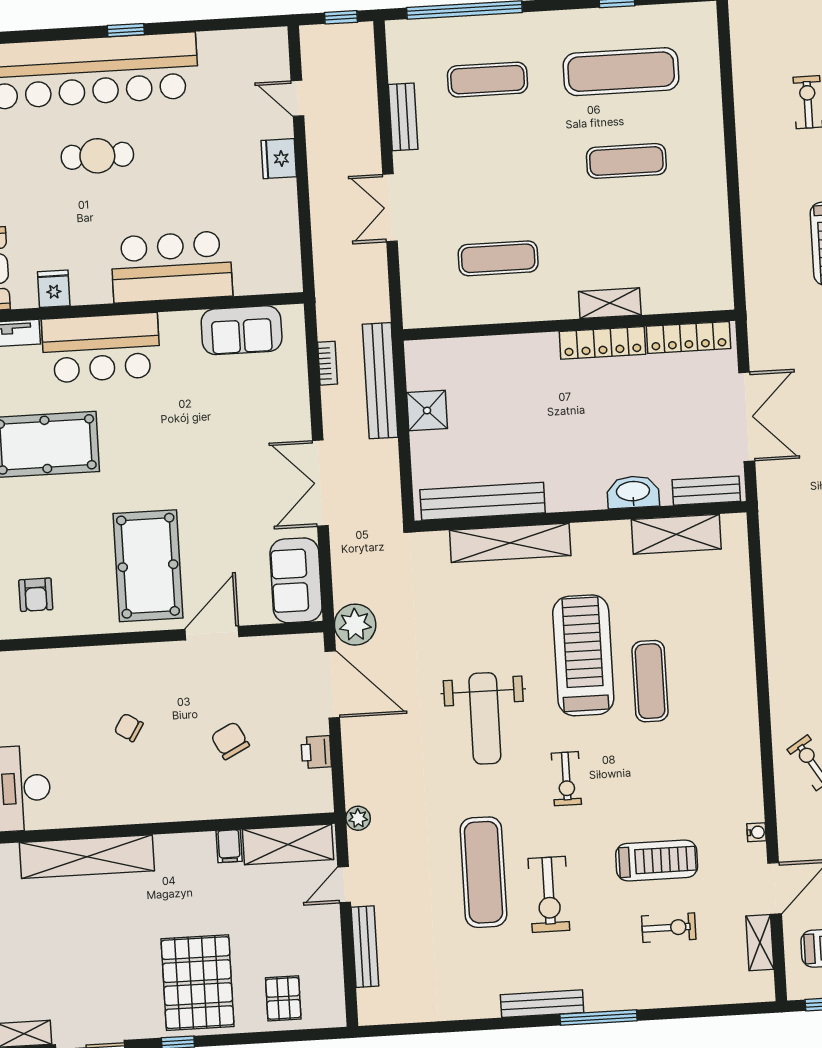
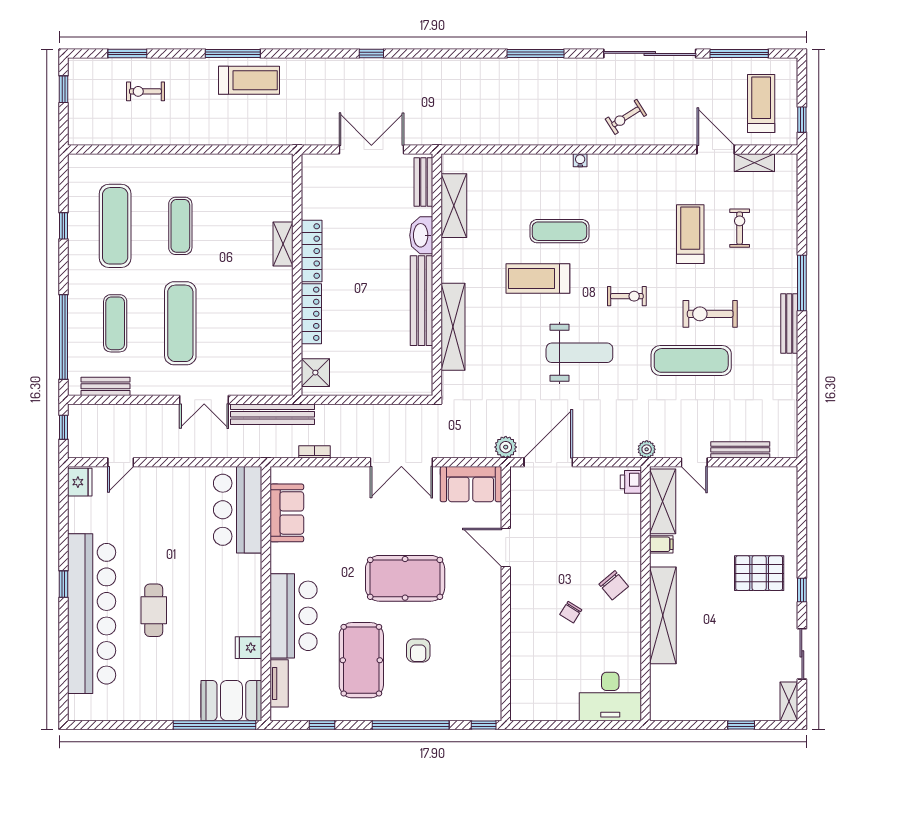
bench: (403, 117) -> (105, 386), moved
fridge: (279, 159) -> (80, 482), moved, turned -90
exercise mat: (498, 258) -> (180, 323), moved, width x1.36, depth x1.45
bar counter: (171, 267) -> (238, 510), moved
locker: (688, 337) -> (311, 314), moved
bench: (380, 381) -> (272, 414), moved
shower: (427, 411) -> (315, 373), moved
bench: (483, 501) -> (421, 301), moved
pool table: (148, 566) -> (405, 578), moved
armchair: (36, 595) -> (418, 651), moved, turned 90
plant: (355, 625) -> (506, 447), width x0.73, depth x0.73
treadmill: (583, 655) -> (538, 279), width x0.73, depth x0.73
chair: (230, 741) -> (614, 585), moved, turned -103
printer: (316, 752) -> (631, 482), moved, turned 90
water cooler: (756, 832) -> (580, 160), moved
shelving: (87, 857) -> (663, 615), moved
exercise bike: (549, 894) -> (710, 314), turned 180
pallet: (198, 983) -> (759, 573), width x0.73, depth x0.71
pallet: (283, 998) -> (774, 511), removed

